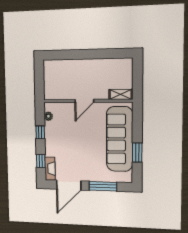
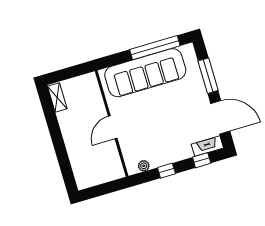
shelving: (121, 94) -> (57, 98), moved
door: (84, 101) -> (113, 127), swing flipped
window: (137, 153) -> (155, 48), width x2.11

